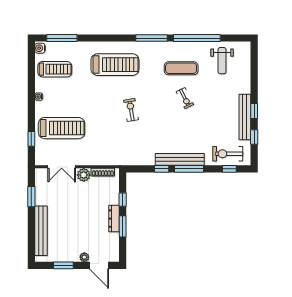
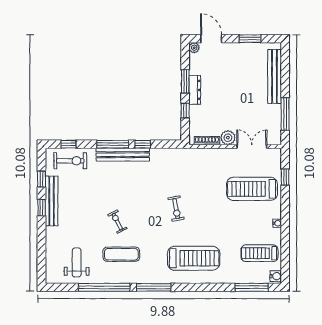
treadmill: (115, 65) -> (194, 258), turned 180
window: (31, 197) -> (285, 114), width x1.44
plant: (84, 257) -> (194, 48), moved

